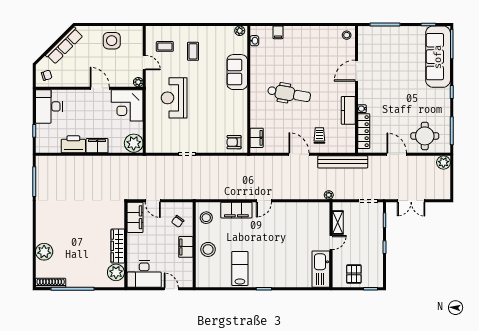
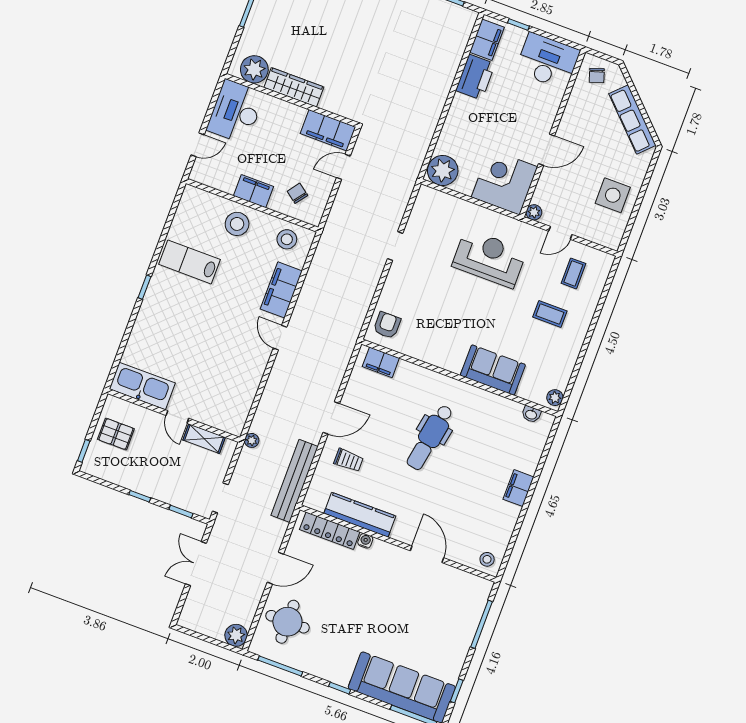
filing cabinet: (278, 32) -> (518, 488), moved, width x2.00
kitchen counter: (348, 110) -> (360, 515), width x1.50
filing cabinet: (97, 146) -> (487, 40), moved
lab bench: (240, 268) -> (190, 262), turned 180

